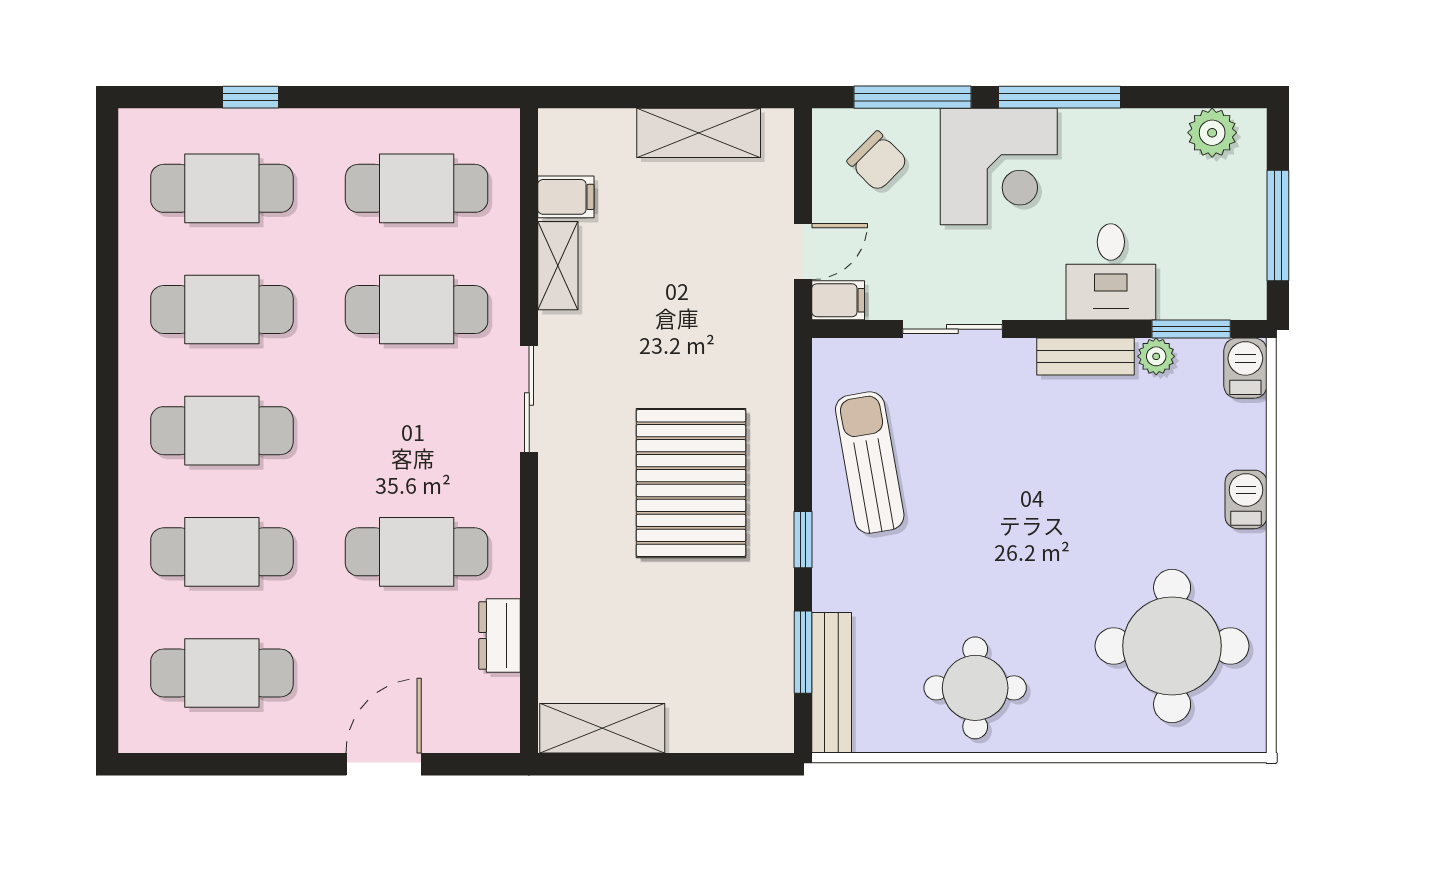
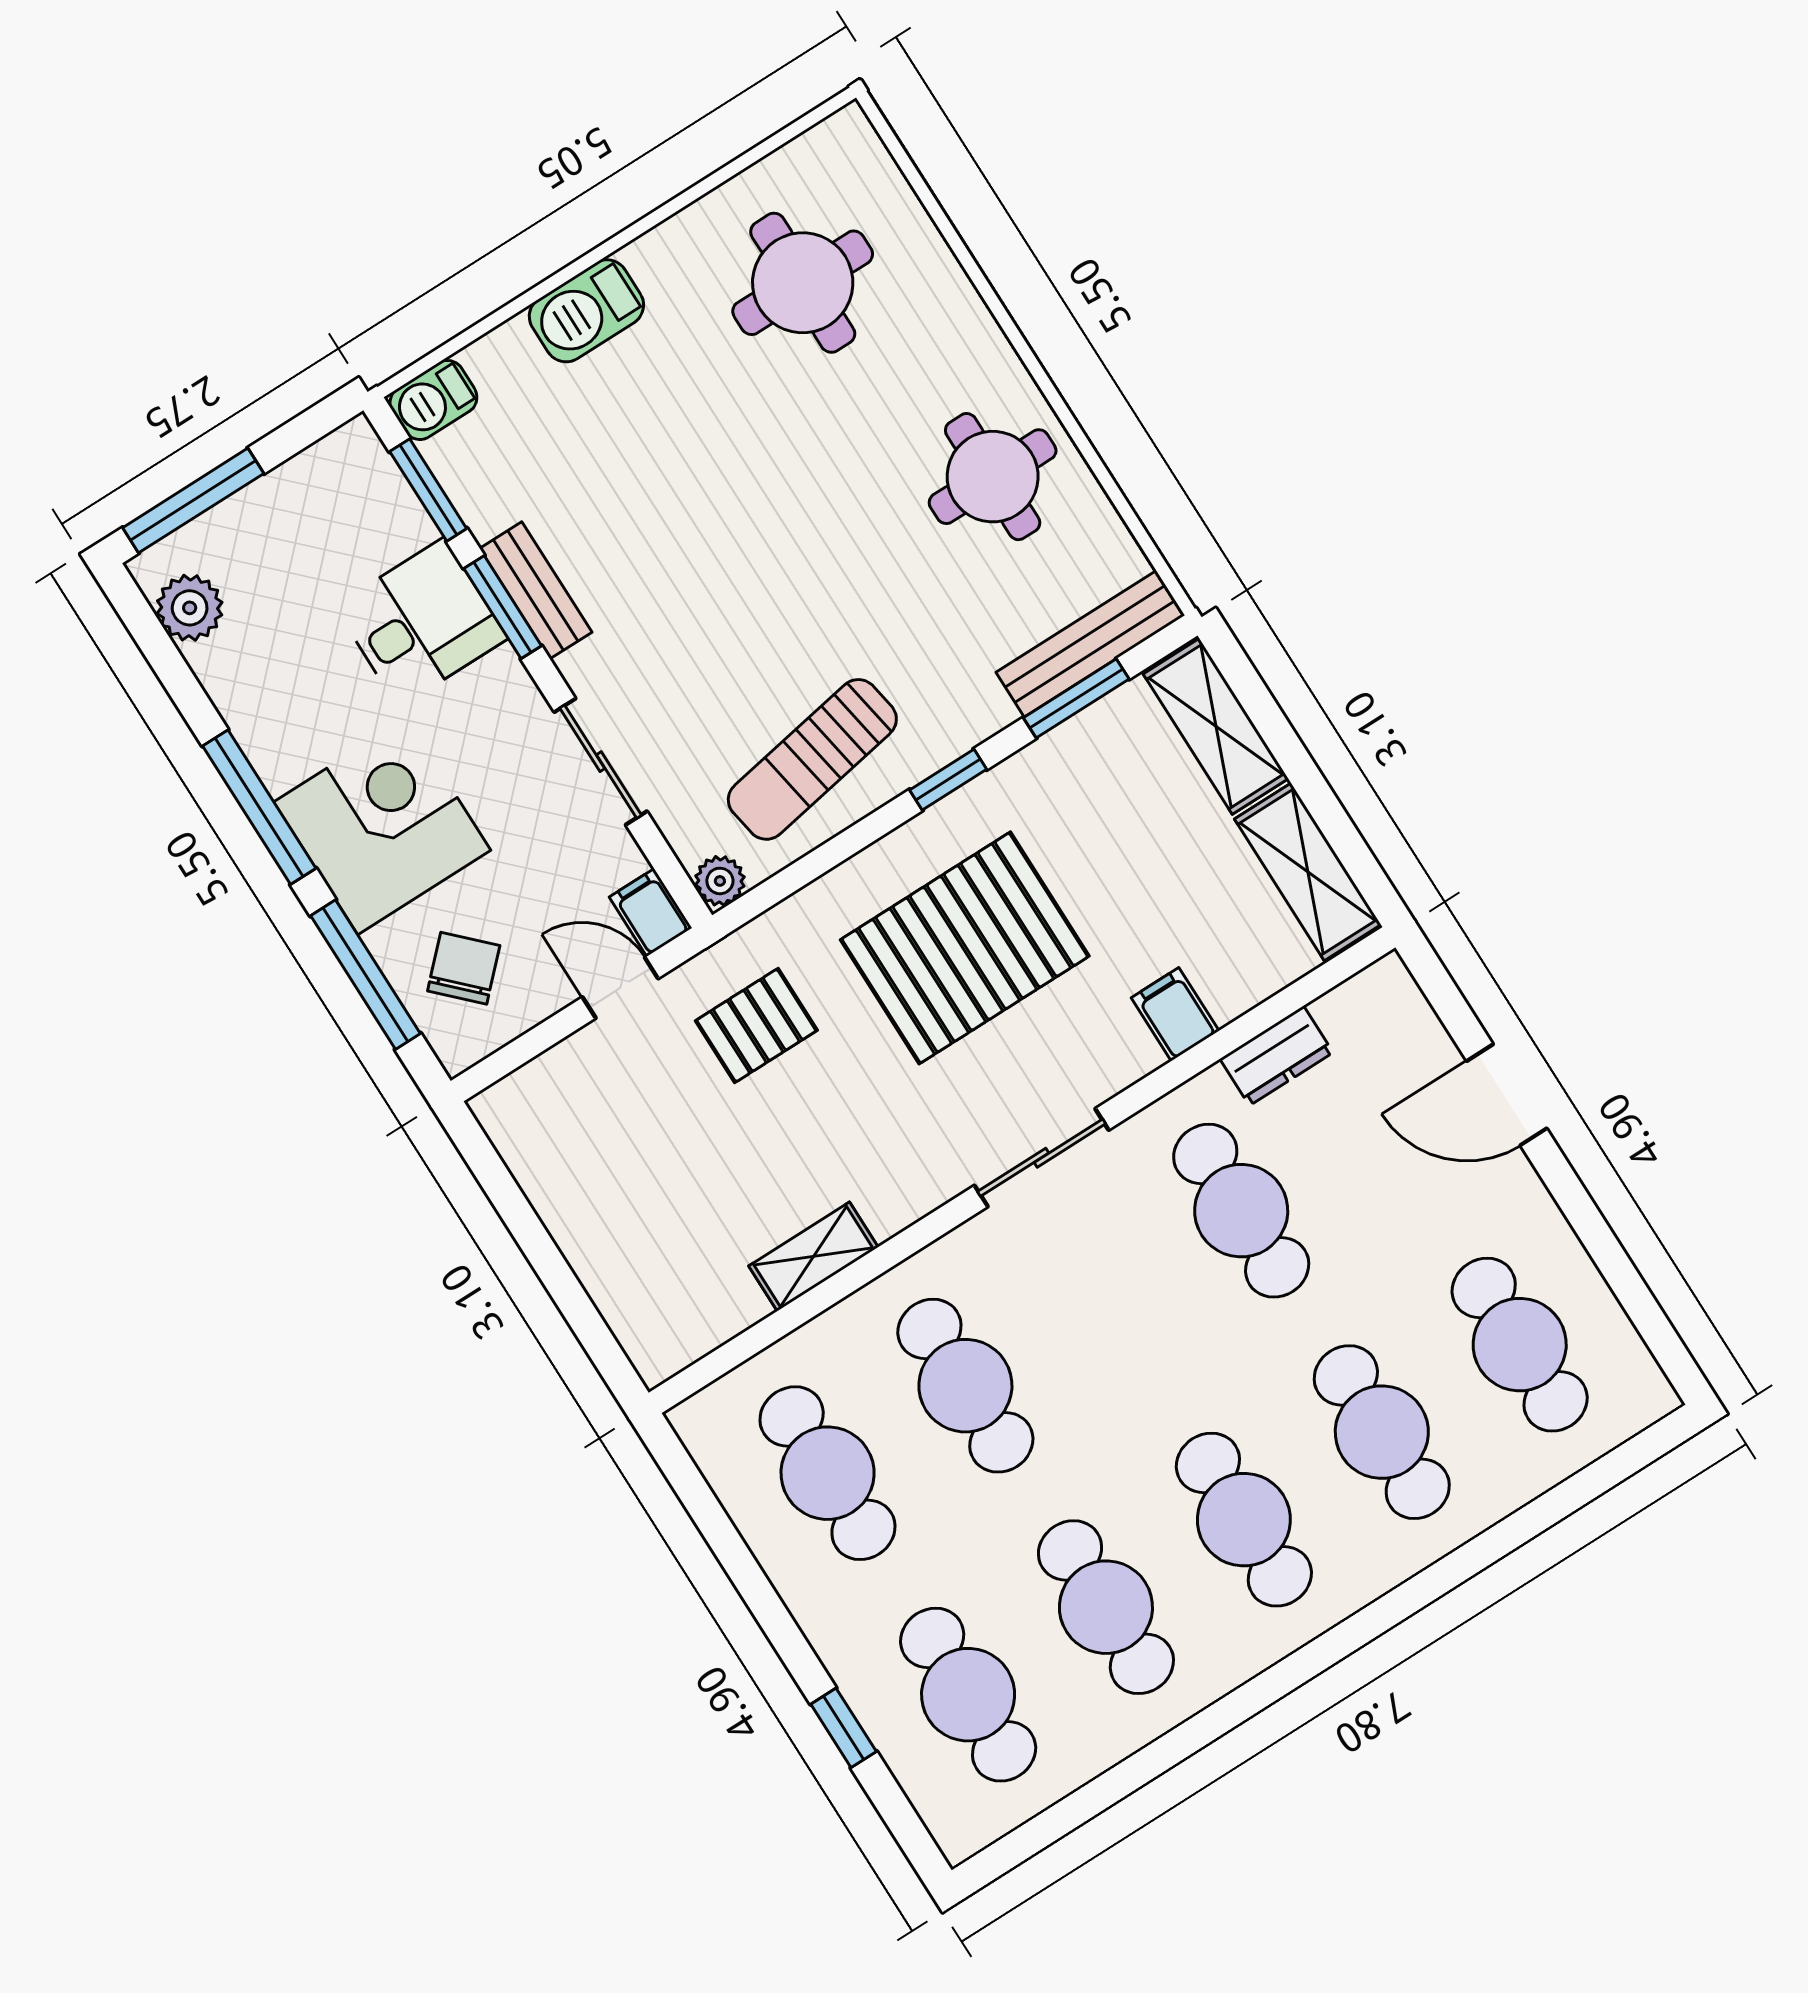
shelving: (699, 133) -> (1216, 726), moved
filing cabinet: (566, 197) -> (1175, 1014), moved
window: (1278, 226) -> (193, 501), moved
pallet: (725, 322) -> (756, 1025), added
window: (1088, 329) -> (503, 607), added
plant: (1156, 356) -> (720, 881), moved
sliding door: (529, 399) -> (1042, 1158), moved
barbecue: (1246, 499) -> (586, 311), width x1.38, depth x1.27
round table: (1172, 646) -> (803, 283), width x0.73, depth x0.73

